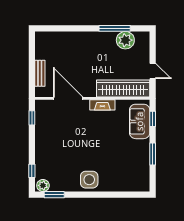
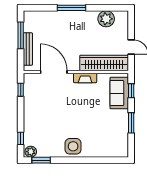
window: (115, 28) -> (72, 8), moved
window: (32, 58) -> (21, 35), added
bench: (40, 73) -> (28, 49), width x1.36

